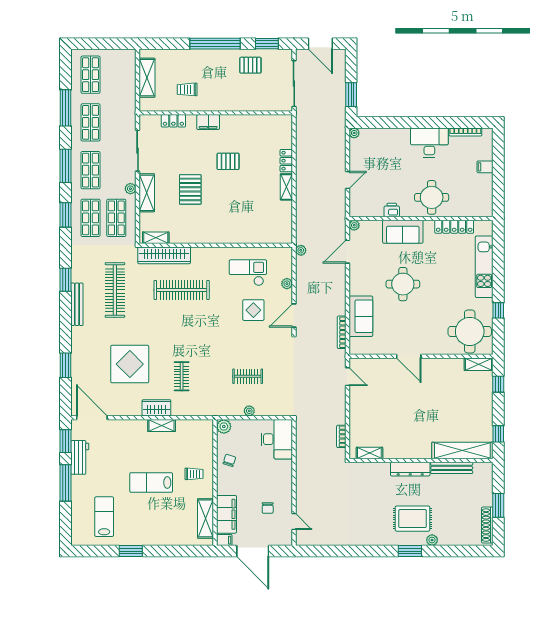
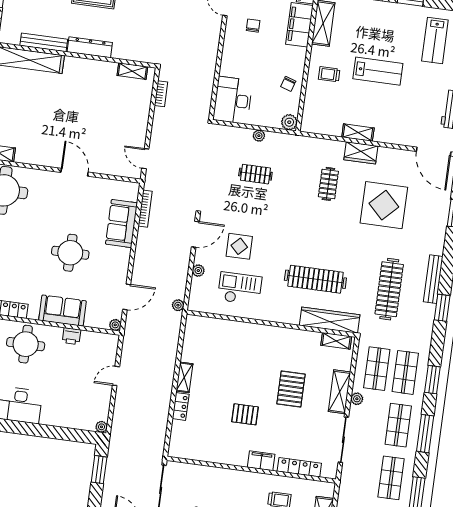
locker: (173, 121) -> (299, 467), width x1.53
checkout: (248, 273) -> (240, 288), turned 180

